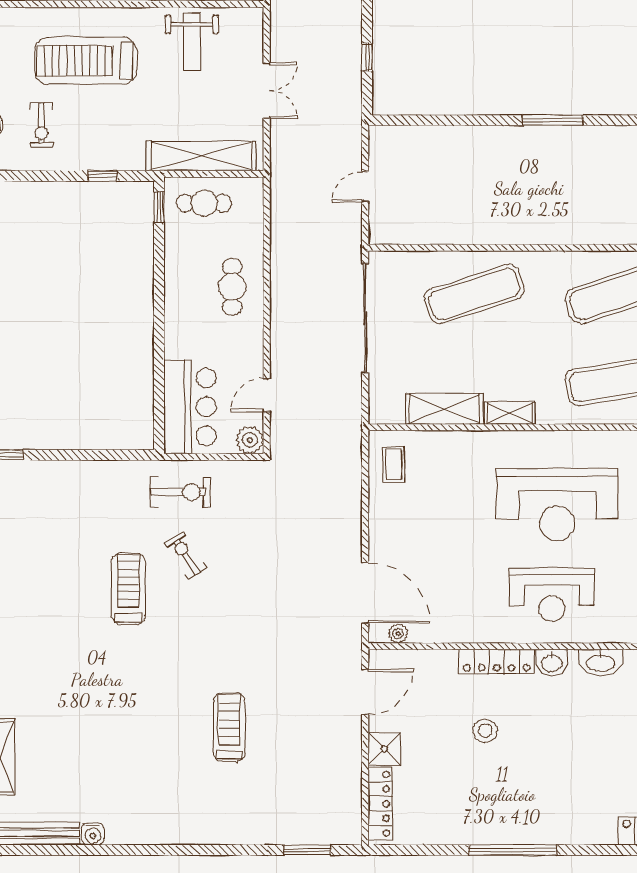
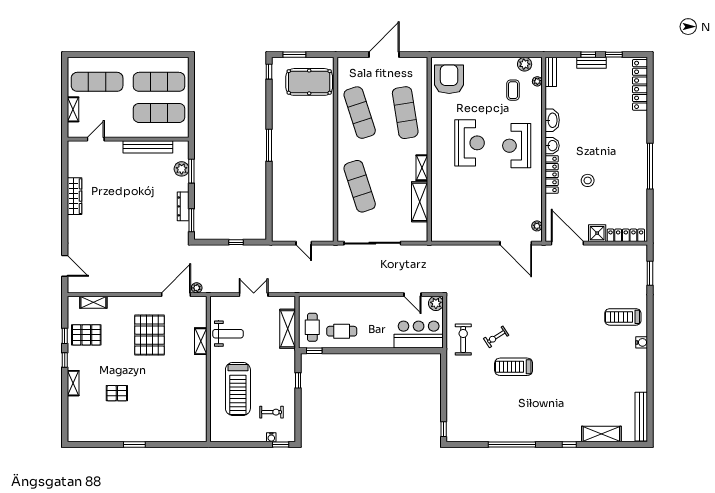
shelving: (201, 156) -> (288, 329), width x0.68
cafe table: (232, 287) -> (342, 331), moved
coffee table: (394, 464) -> (449, 228), removed
reception desk: (557, 504) -> (470, 143), width x0.74, depth x0.77
door: (365, 593) -> (516, 243), swing flipped
reception desk: (552, 595) -> (517, 146), turned 180
door: (365, 692) -> (567, 243), width x1.36
treadmill: (229, 727) -> (623, 317), moved
water cooler: (93, 834) -> (642, 342), moved

